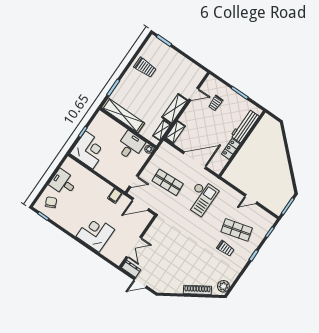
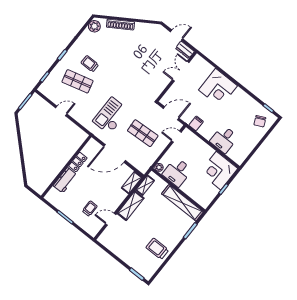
workbench: (245, 126) -> (65, 180), width x0.73
desk: (63, 183) -> (224, 139), moved, turned 90

